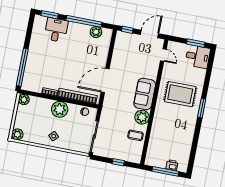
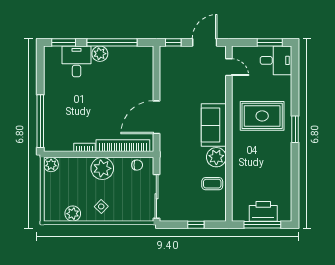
plant: (96, 32) -> (100, 54), moved
plant: (17, 134) -> (73, 214), moved
printer: (172, 165) -> (263, 211), width x1.87, depth x1.48

